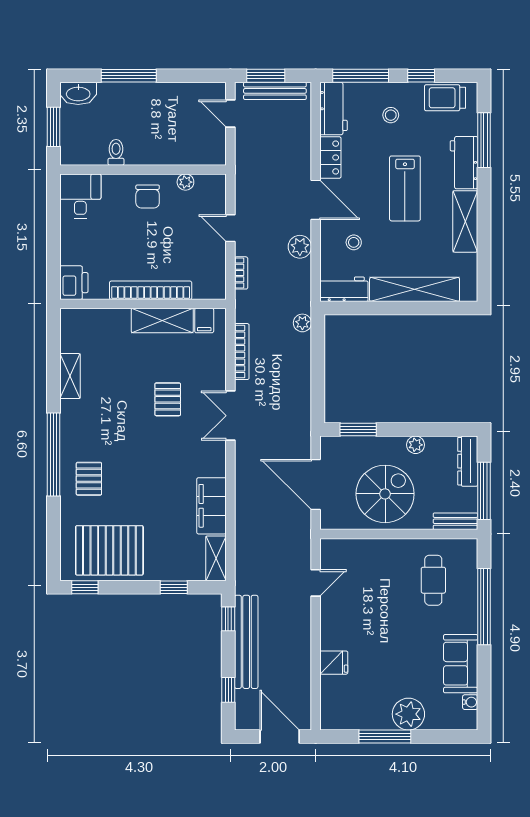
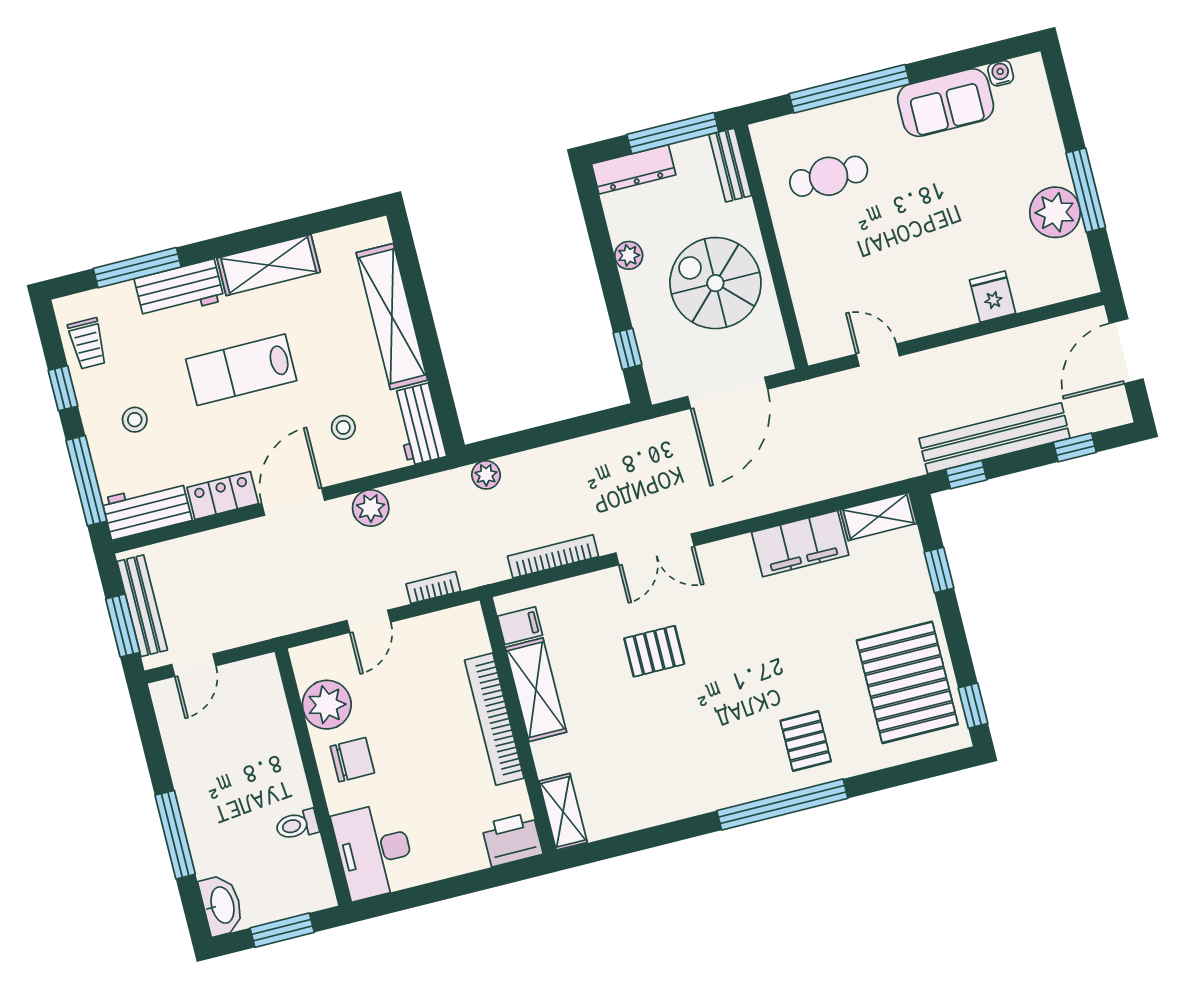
trolley: (445, 98) -> (87, 343), width x0.73, depth x0.72
plant: (185, 182) -> (327, 705), width x1.88, depth x1.88
lab bench: (405, 188) -> (241, 370), turned 180
desk: (80, 196) -> (374, 851), width x1.37
shelving: (70, 376) -> (563, 812), moved, turned 90
window: (358, 430) -> (627, 349), width x0.67
pallet: (89, 479) -> (806, 741), turned 90
plant: (408, 714) -> (1055, 212), moved

